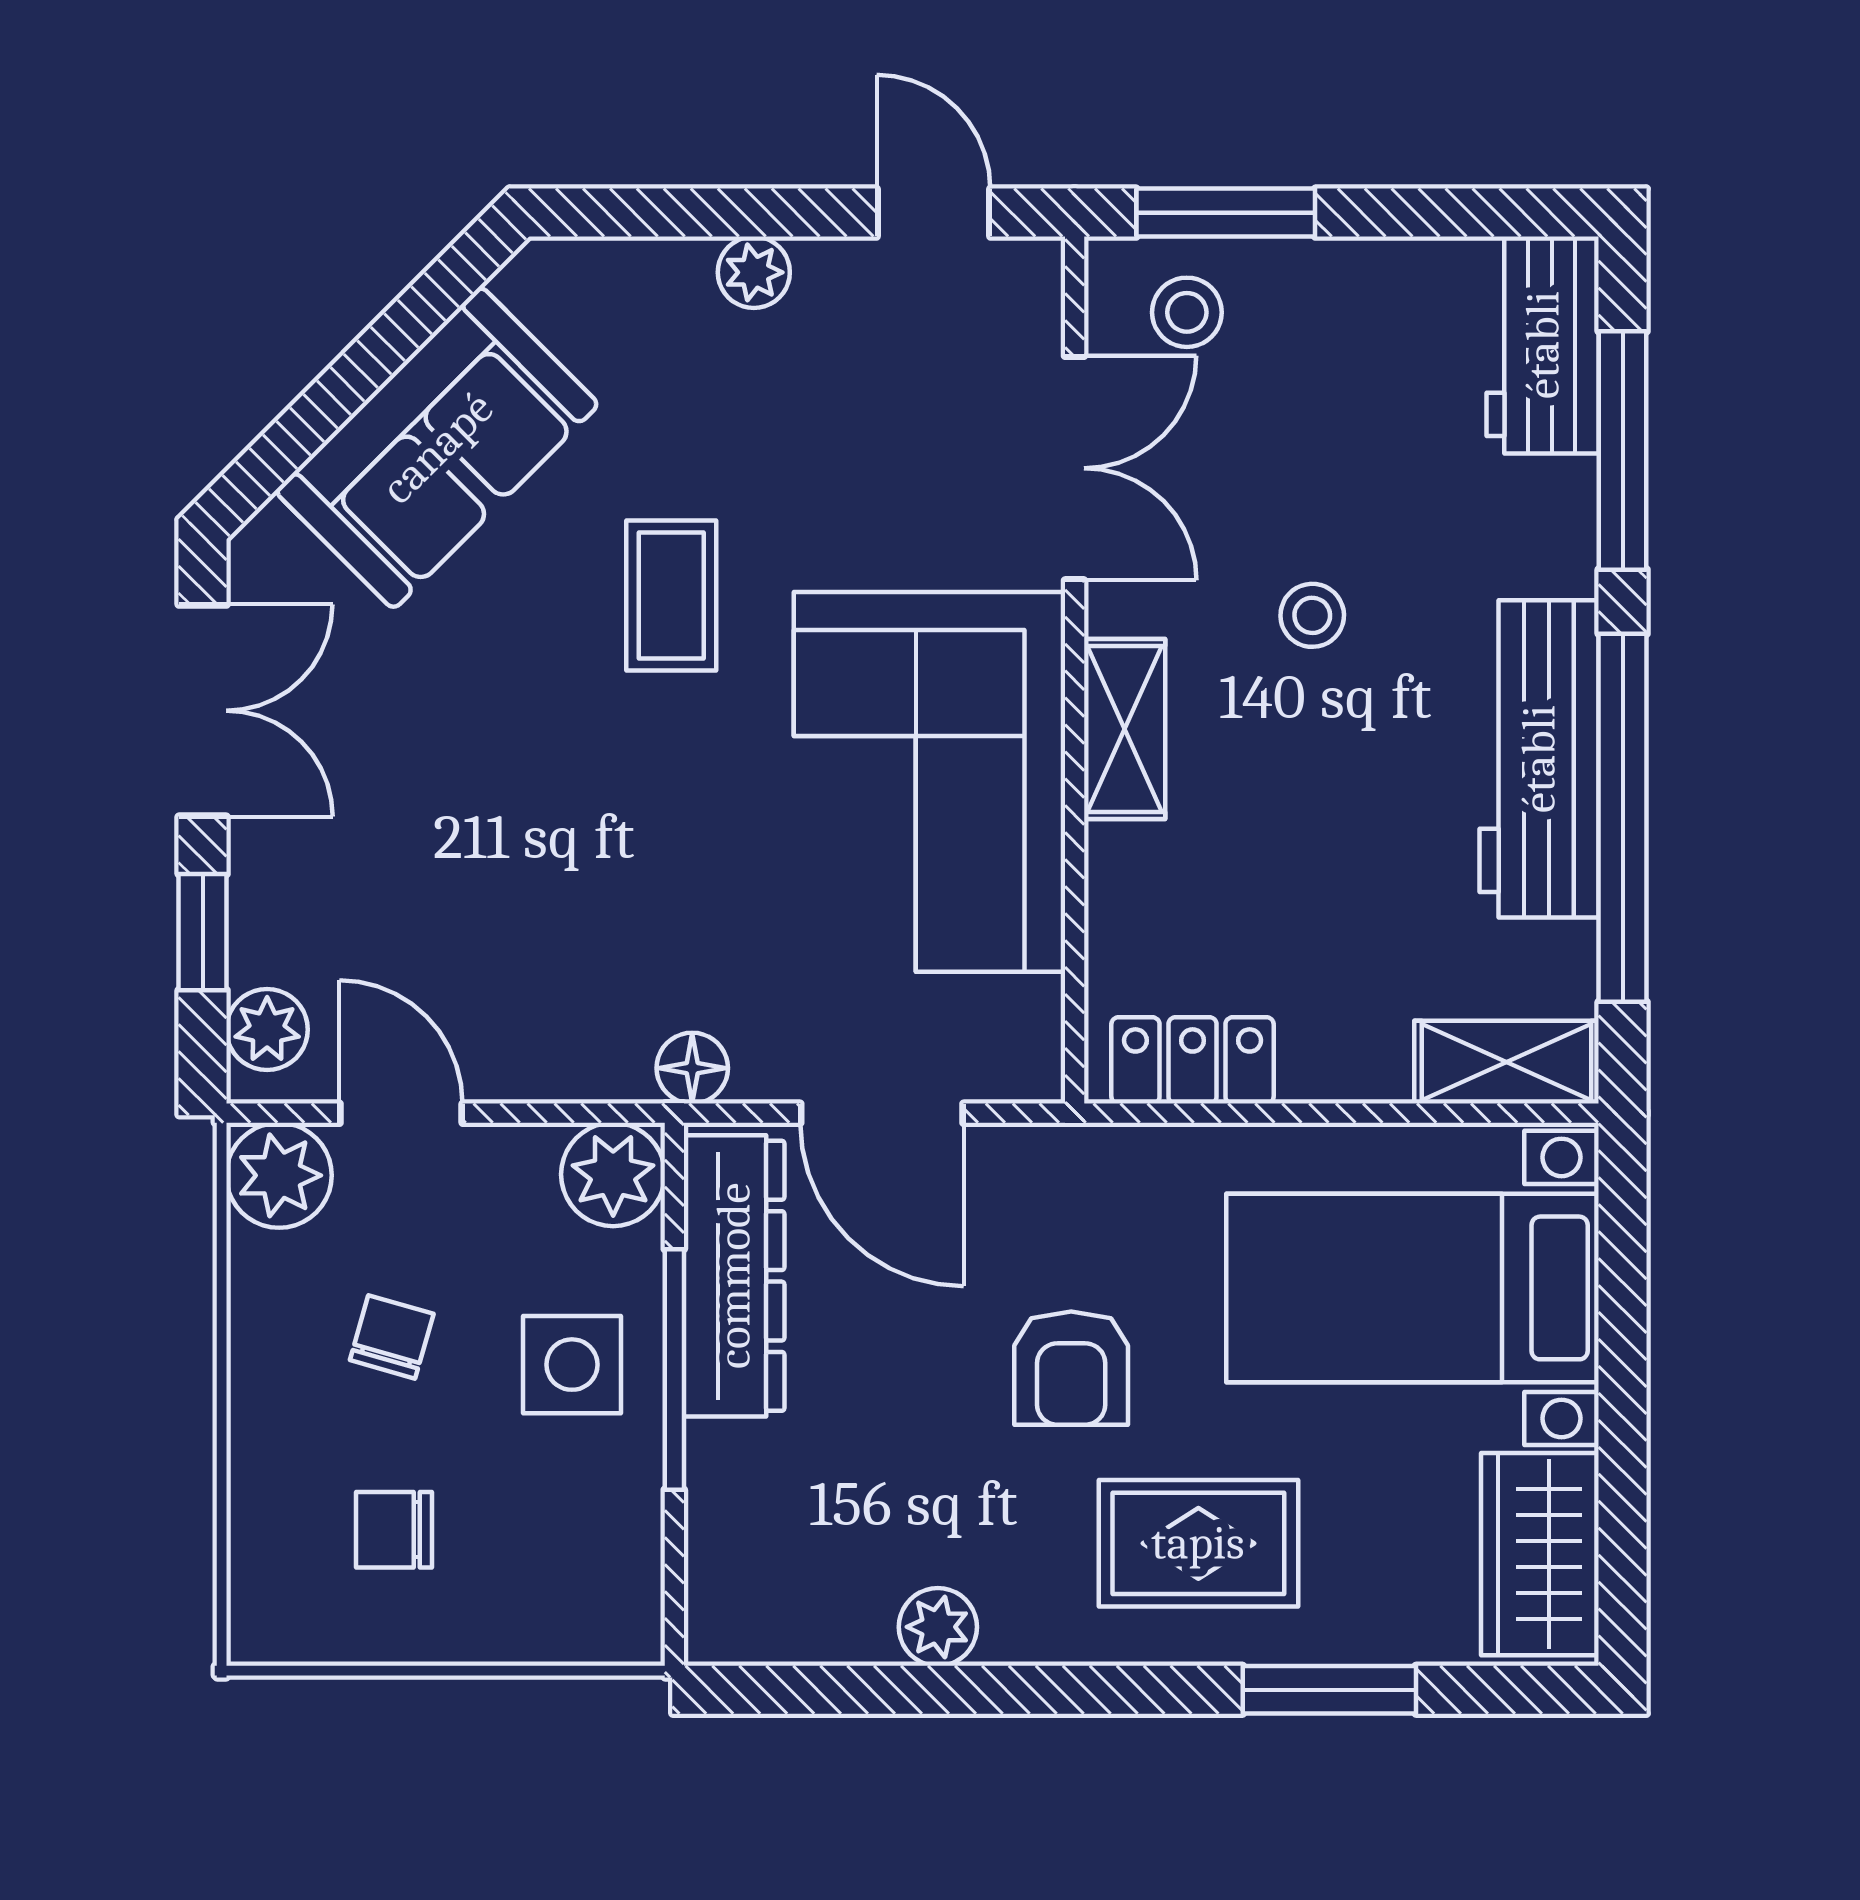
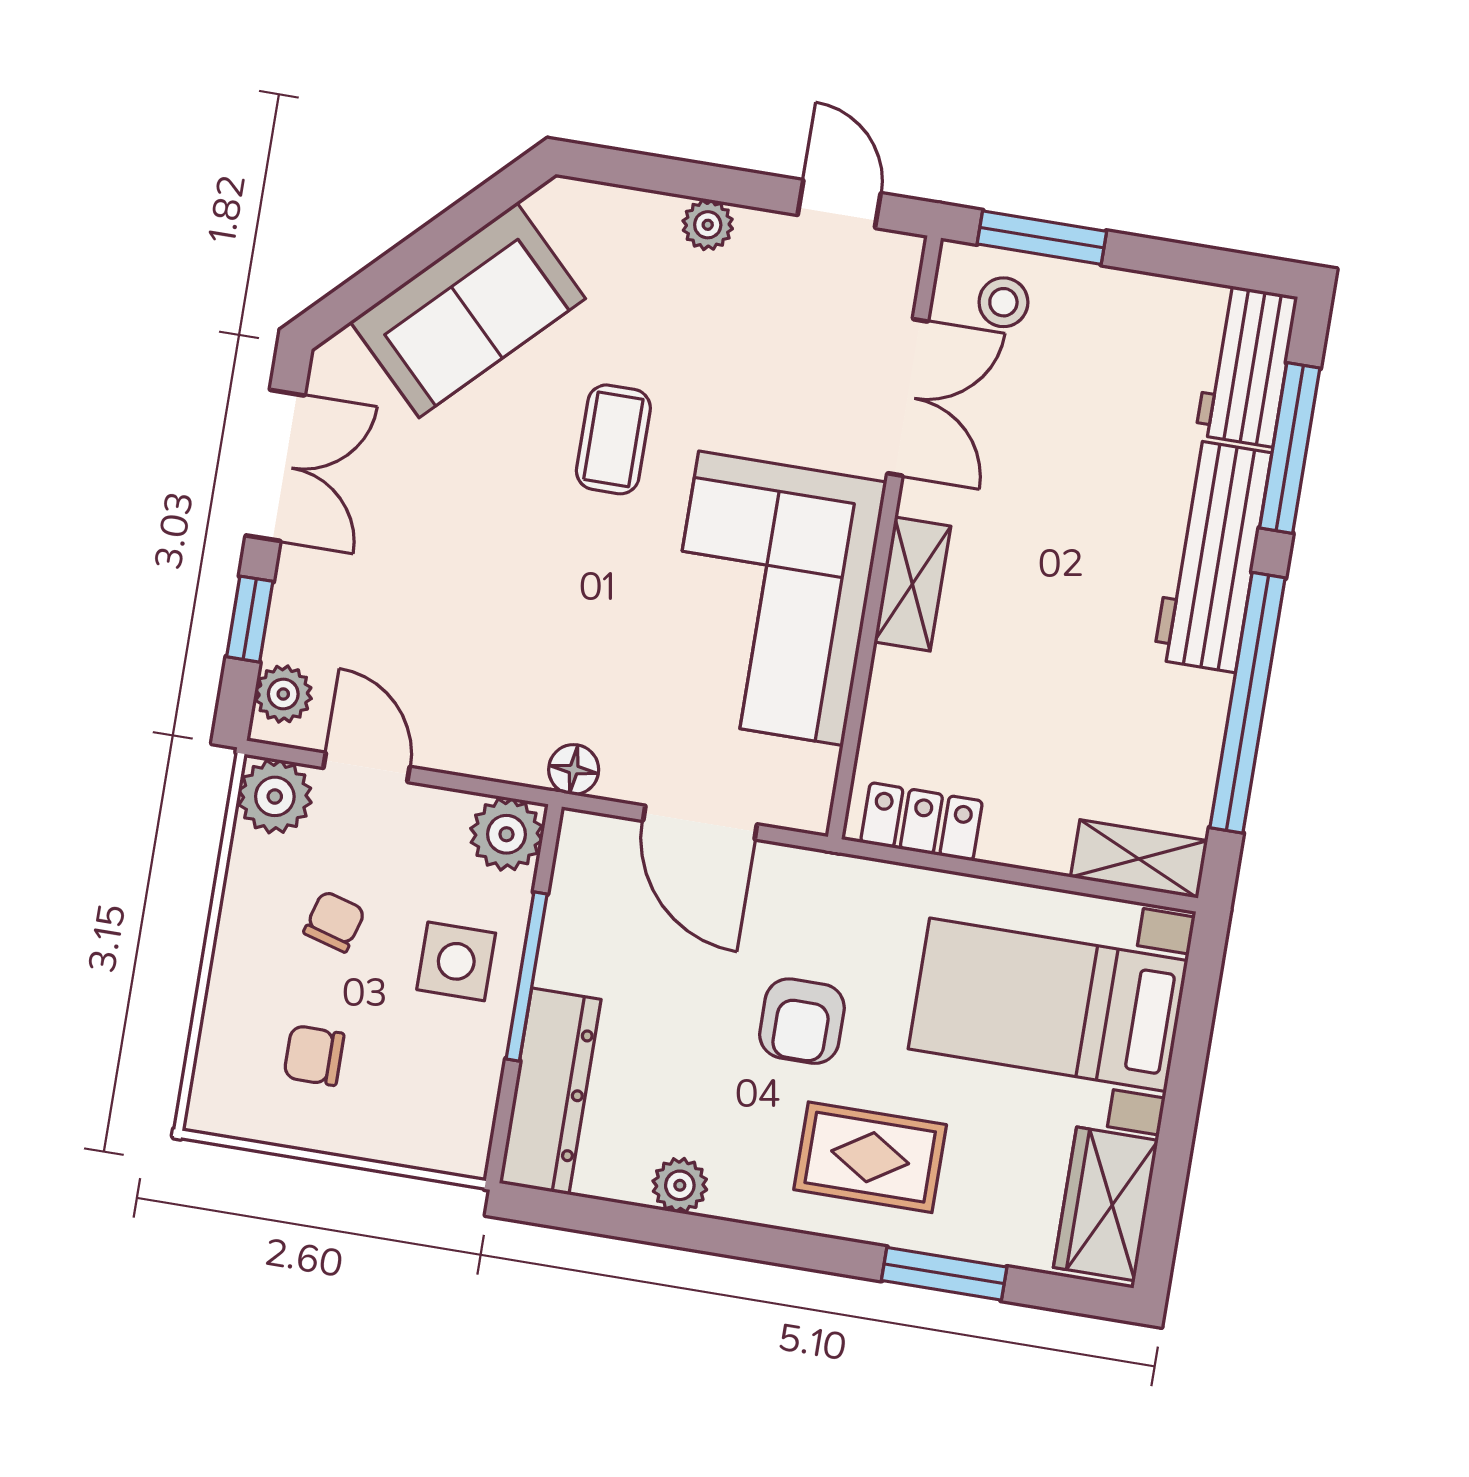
stool: (1312, 615) -> (1056, 527), removed
workbench: (1539, 759) -> (1212, 556), moved
dresser: (734, 1276) -> (550, 1091), moved

